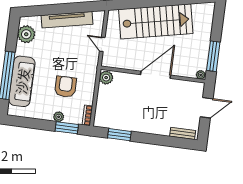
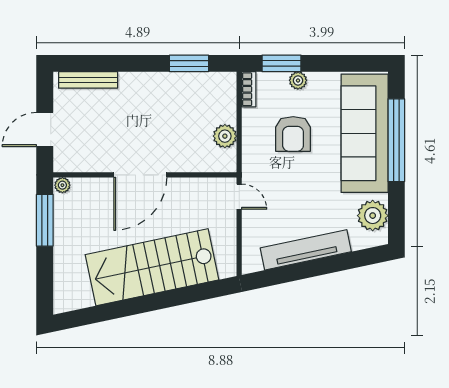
door: (102, 44) -> (239, 197), moved
plant: (106, 78) -> (225, 136), moved
sofa: (22, 81) -> (365, 133), width x1.36, depth x1.27
bench: (183, 133) -> (88, 80), width x1.36

